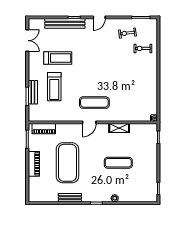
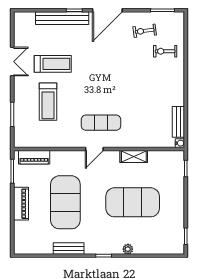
door: (99, 17) -> (107, 10), width x1.87
double door: (27, 41) -> (12, 62), moved
bench: (33, 92) -> (178, 122), moved
exercise mat: (118, 163) -> (133, 202), width x2.00, depth x1.45

